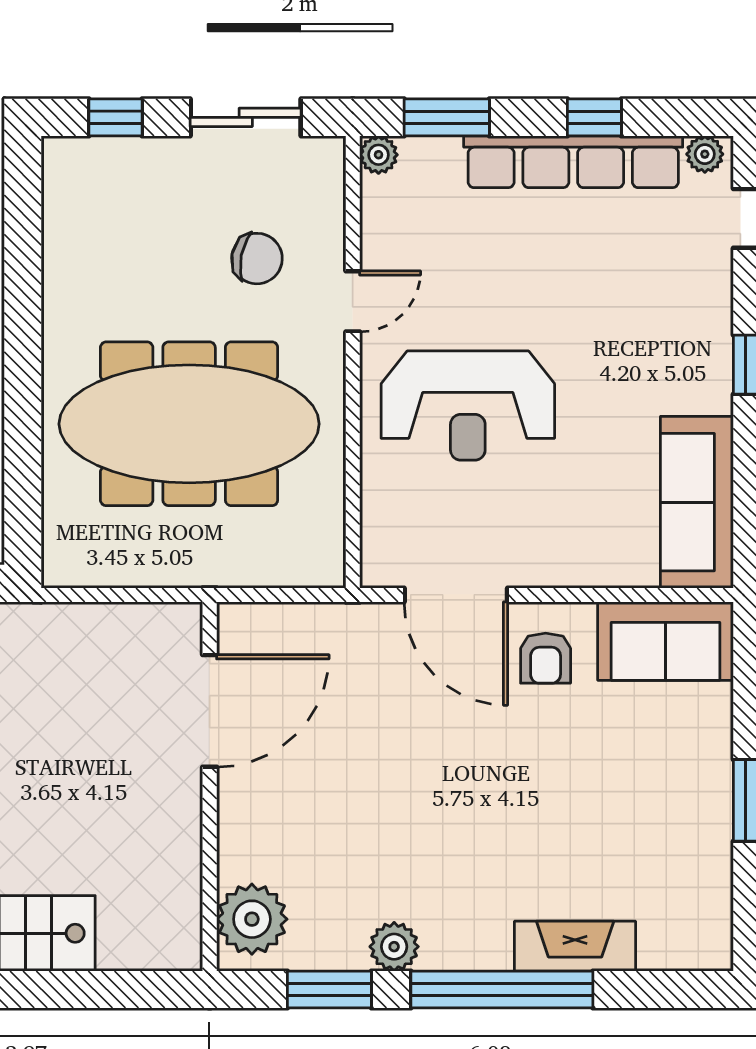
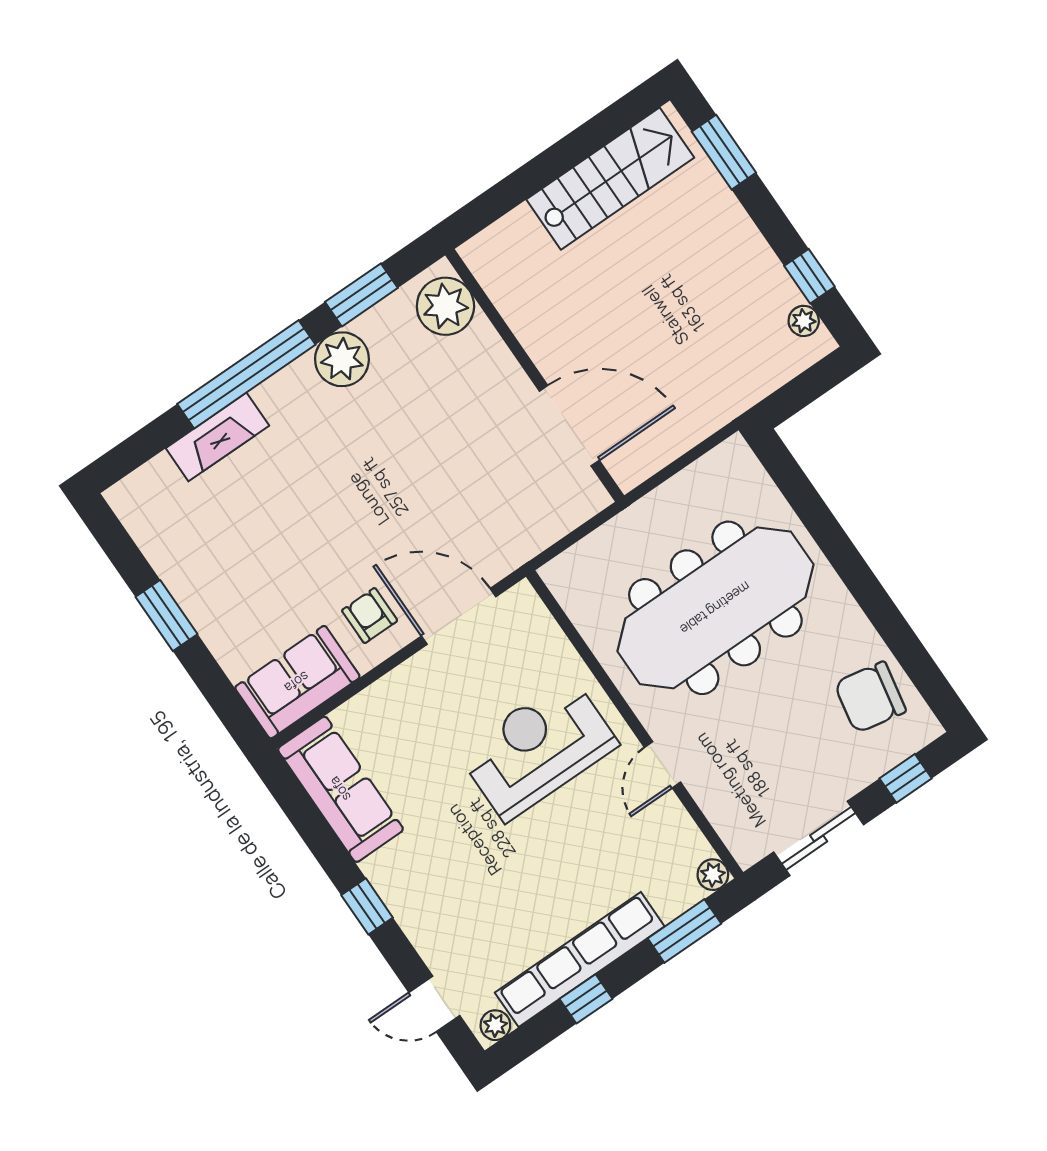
chair: (257, 259) -> (870, 697), moved, width x1.37, depth x1.37
door: (210, 711) -> (569, 426), swing flipped
plant: (394, 947) -> (342, 359), width x1.36, depth x1.36

